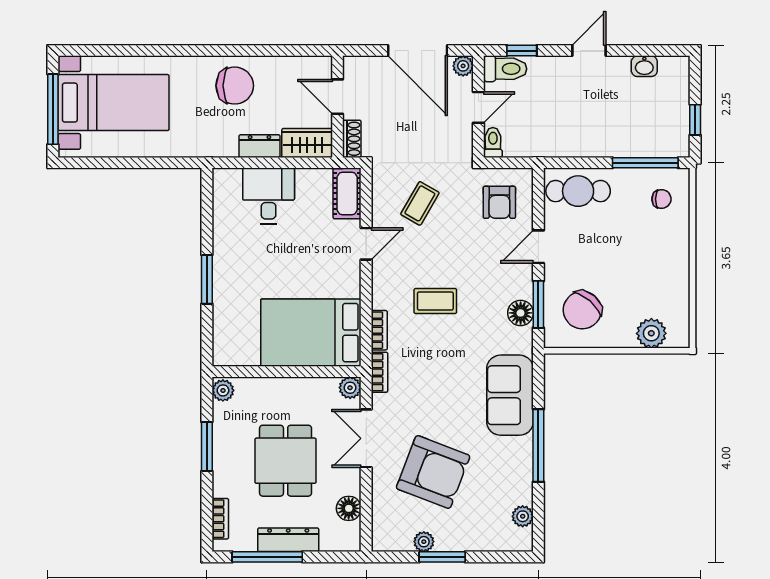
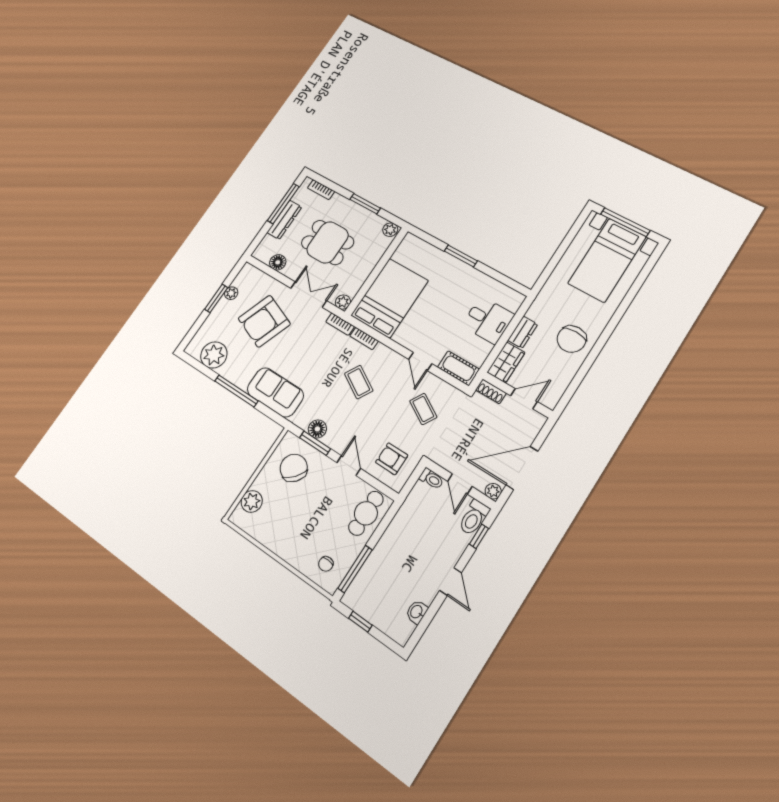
coffee table: (435, 301) -> (359, 382), turned -60
plant: (523, 516) -> (214, 355), width x1.88, depth x1.88

